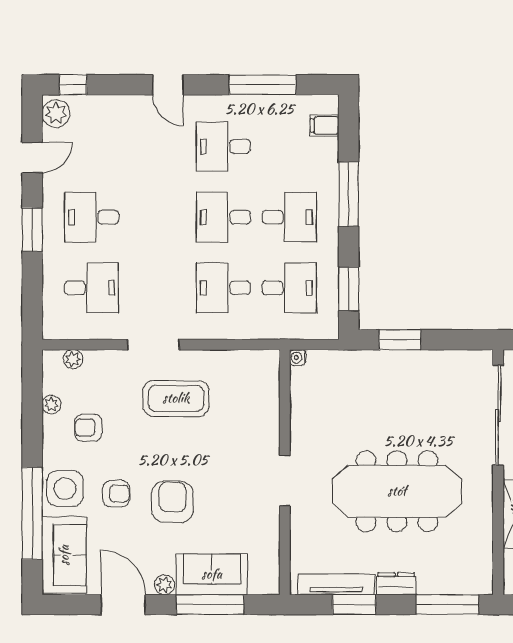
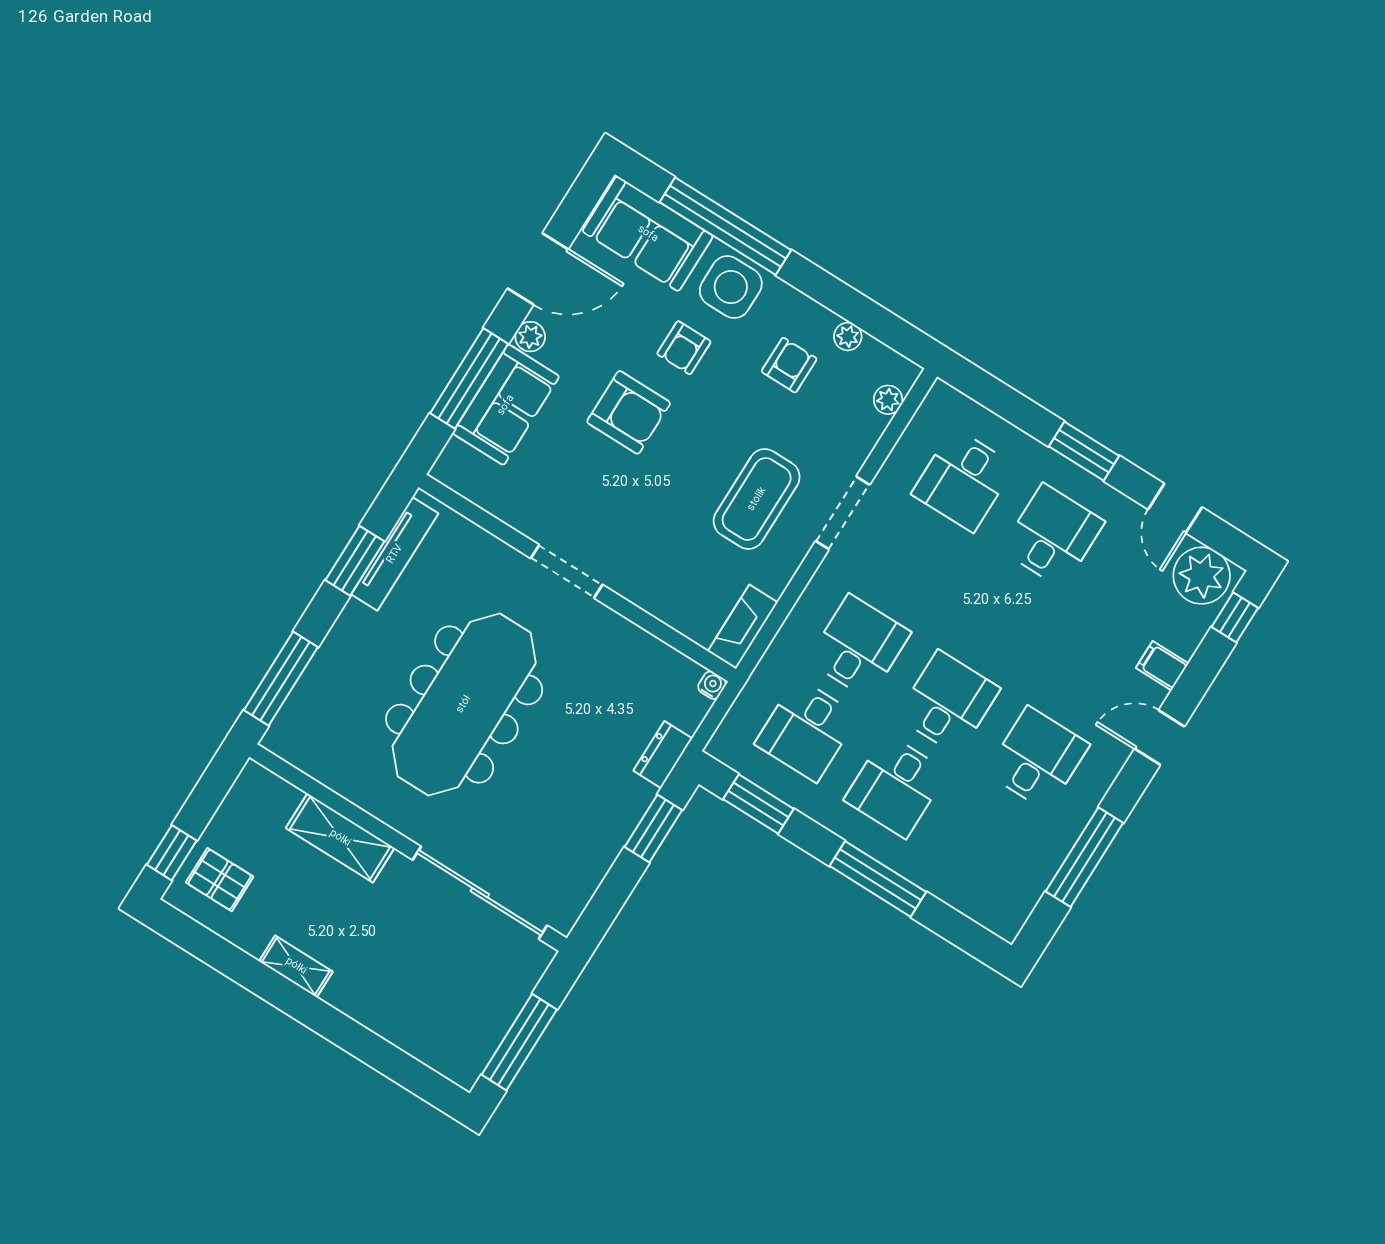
plant: (56, 113) -> (1202, 576), width x1.36, depth x1.36
filing cabinet: (324, 126) -> (1162, 666), moved, turned -90
fireplace: (254, 361) -> (743, 627), added
dresser: (396, 584) -> (663, 755), moved, turned 180

